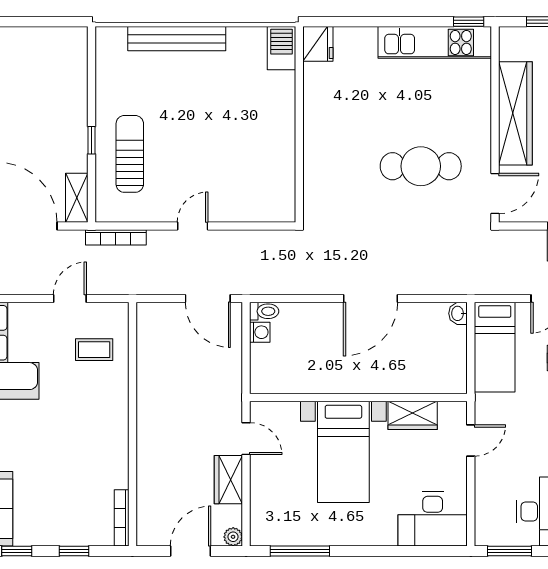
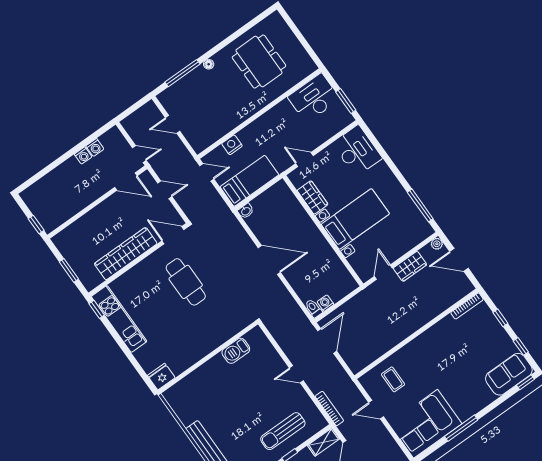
barbecue: (282, 48) -> (236, 351), moved

